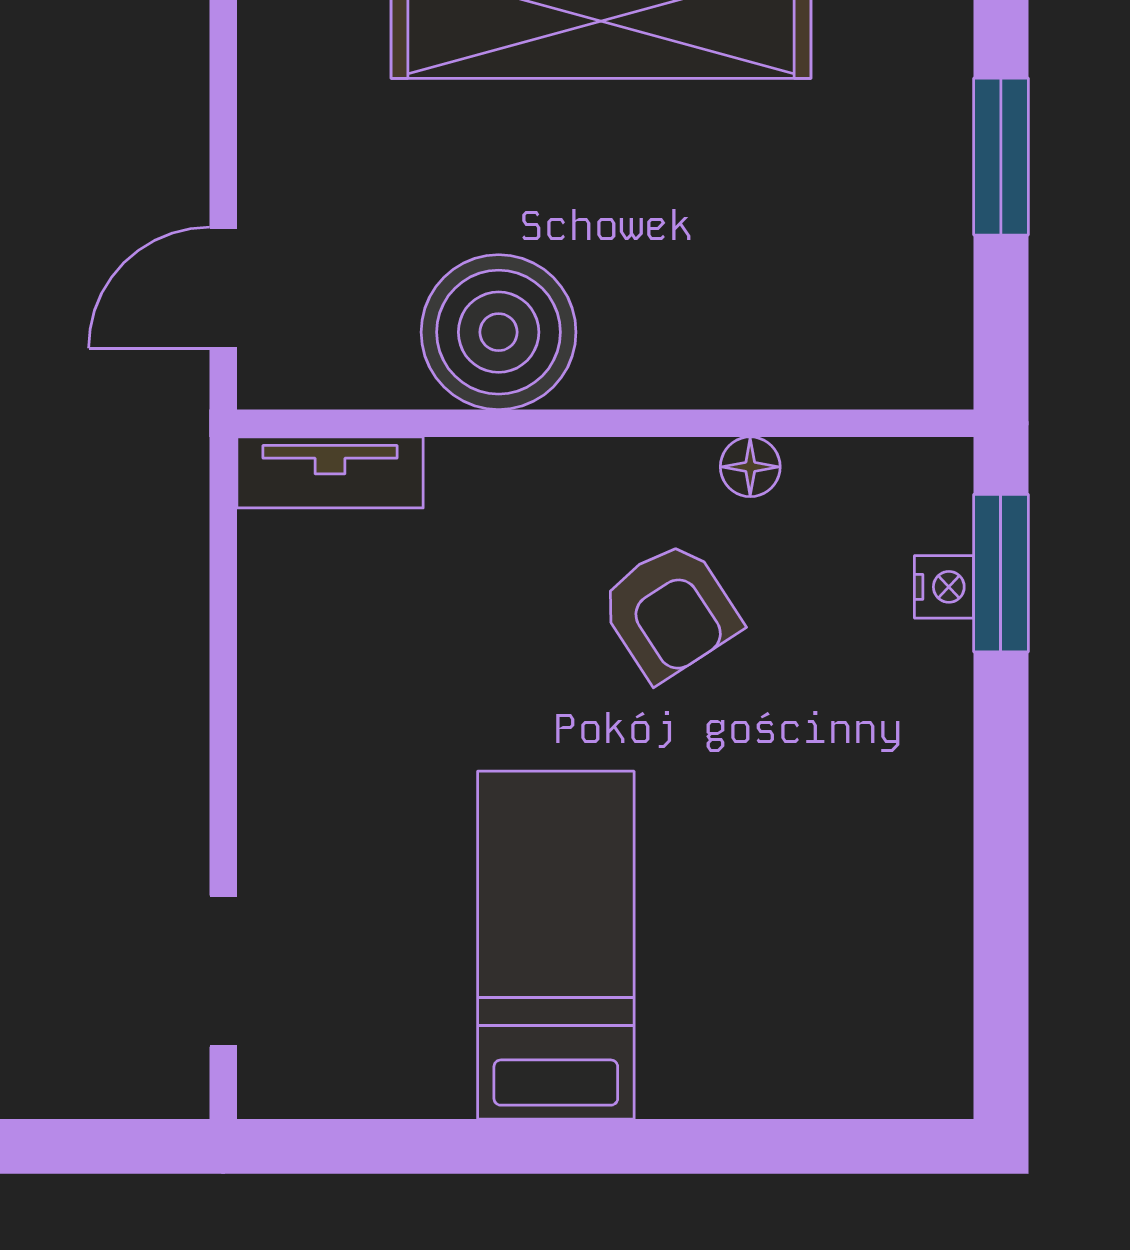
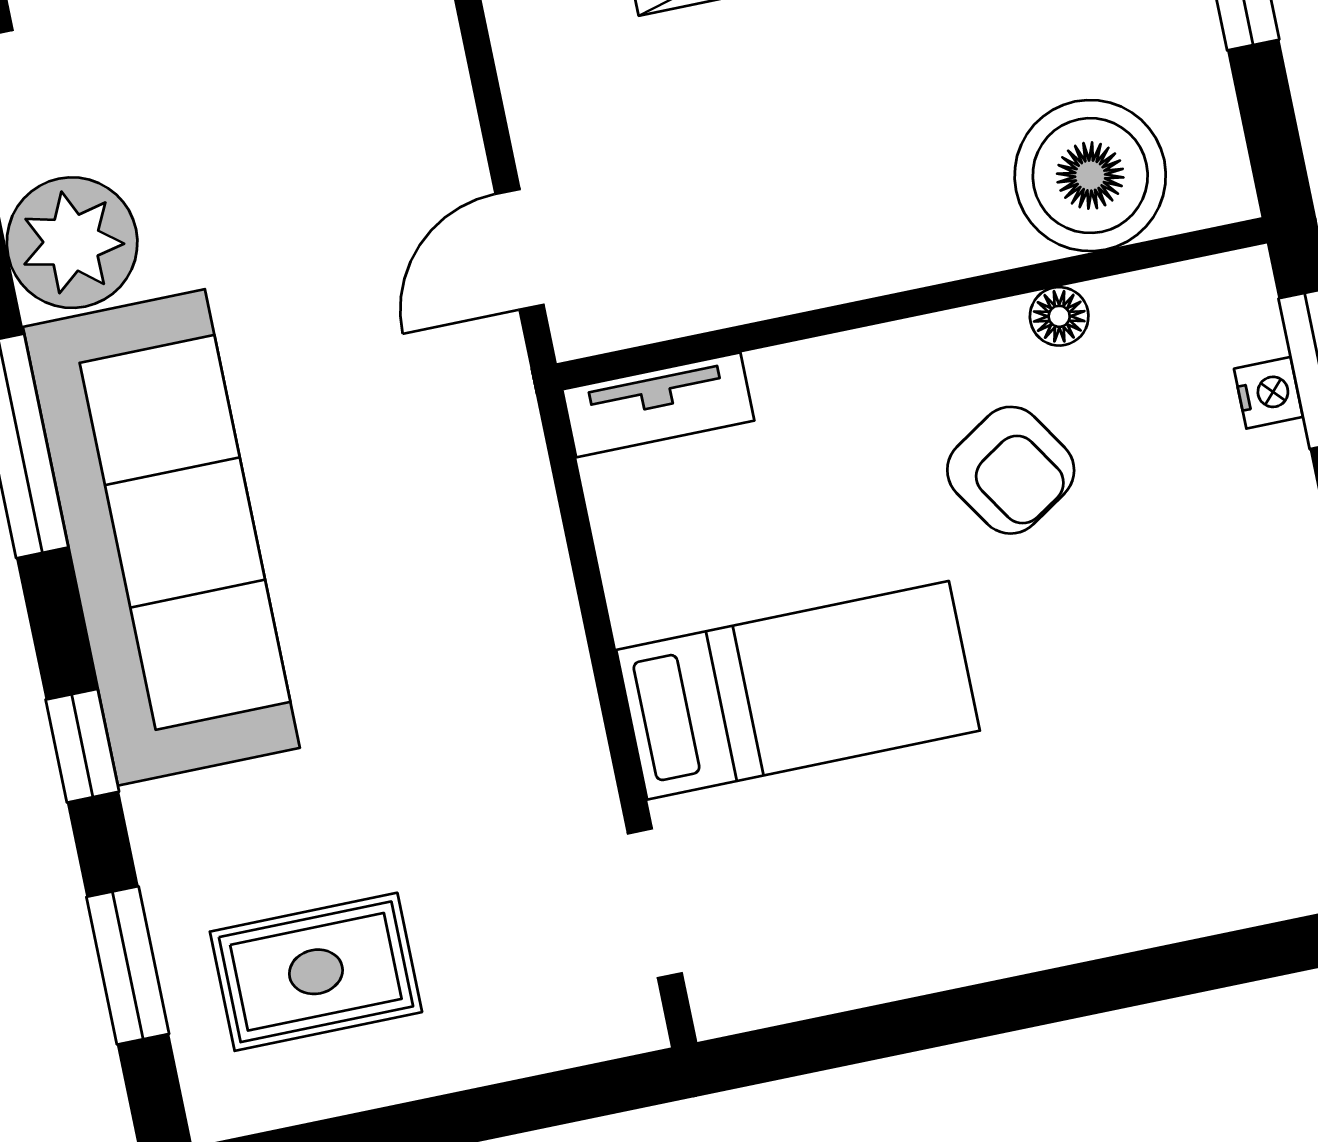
boiler: (499, 332) -> (1090, 176), moved
bed: (556, 945) -> (798, 690), moved, turned 90

